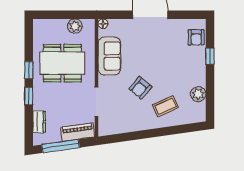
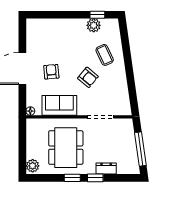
plant: (75, 26) -> (33, 166), moved
armchair: (196, 37) -> (51, 72), moved, turned -95
window: (210, 56) -> (97, 15), moved
dresser: (39, 122) -> (106, 168), moved
piano: (78, 132) -> (128, 134), removed

